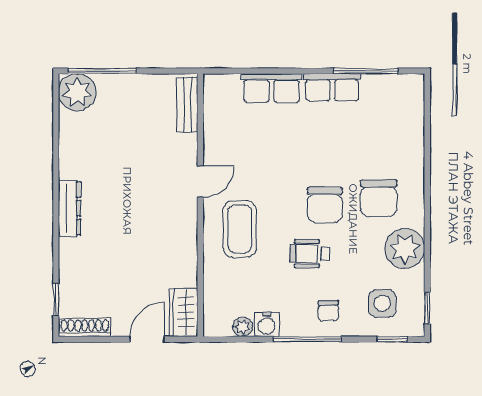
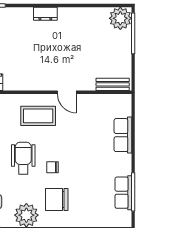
row of seats: (332, 87) -> (123, 193), moved
chair: (325, 205) -> (53, 167), width x0.54, depth x0.54
dresser: (70, 208) -> (45, 14), width x0.70
wheelchair: (310, 254) -> (23, 158), width x1.36, depth x1.37

